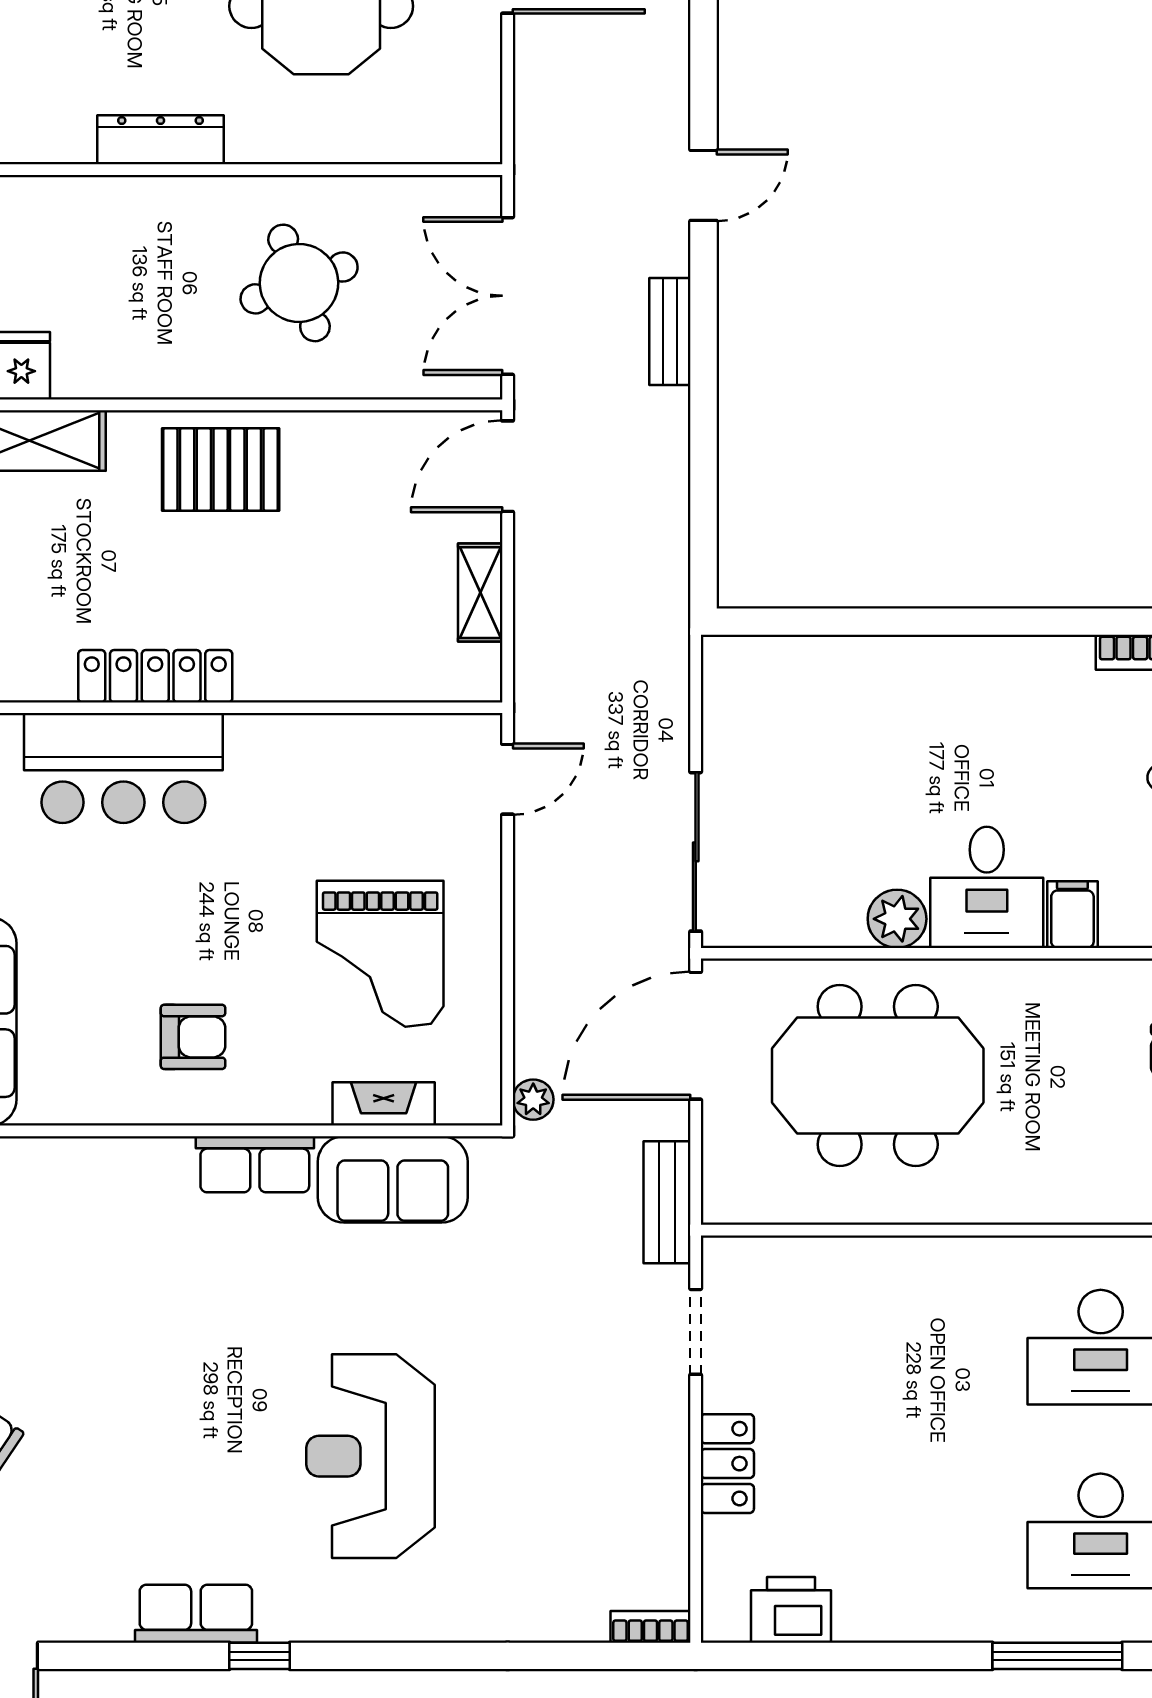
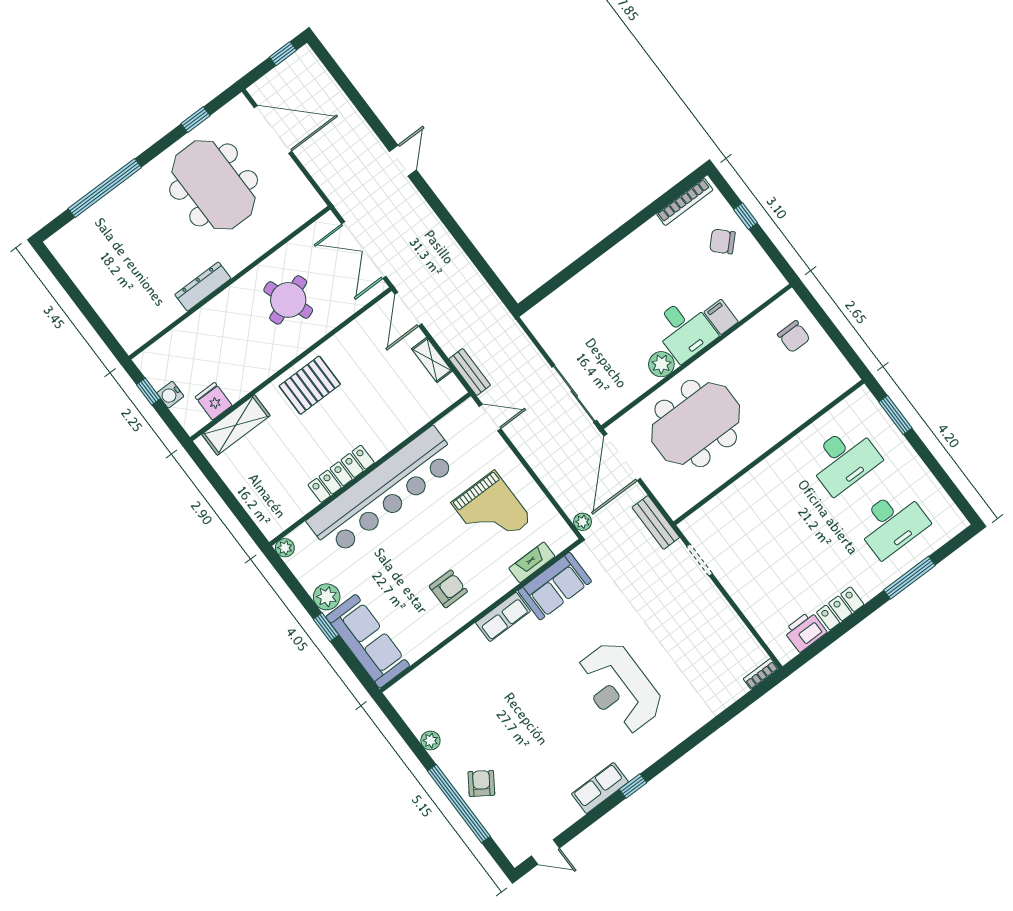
bench: (670, 331) -> (470, 372), moved
bar counter: (123, 768) -> (384, 492), width x1.86
door: (508, 779) -> (490, 417), hinge flipped
locker: (727, 1464) -> (840, 608), moved, turned -90

